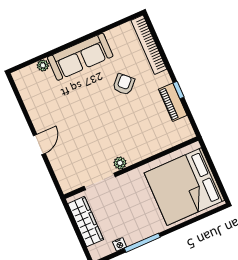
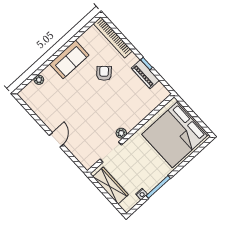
sofa: (80, 57) -> (69, 59), width x0.73

